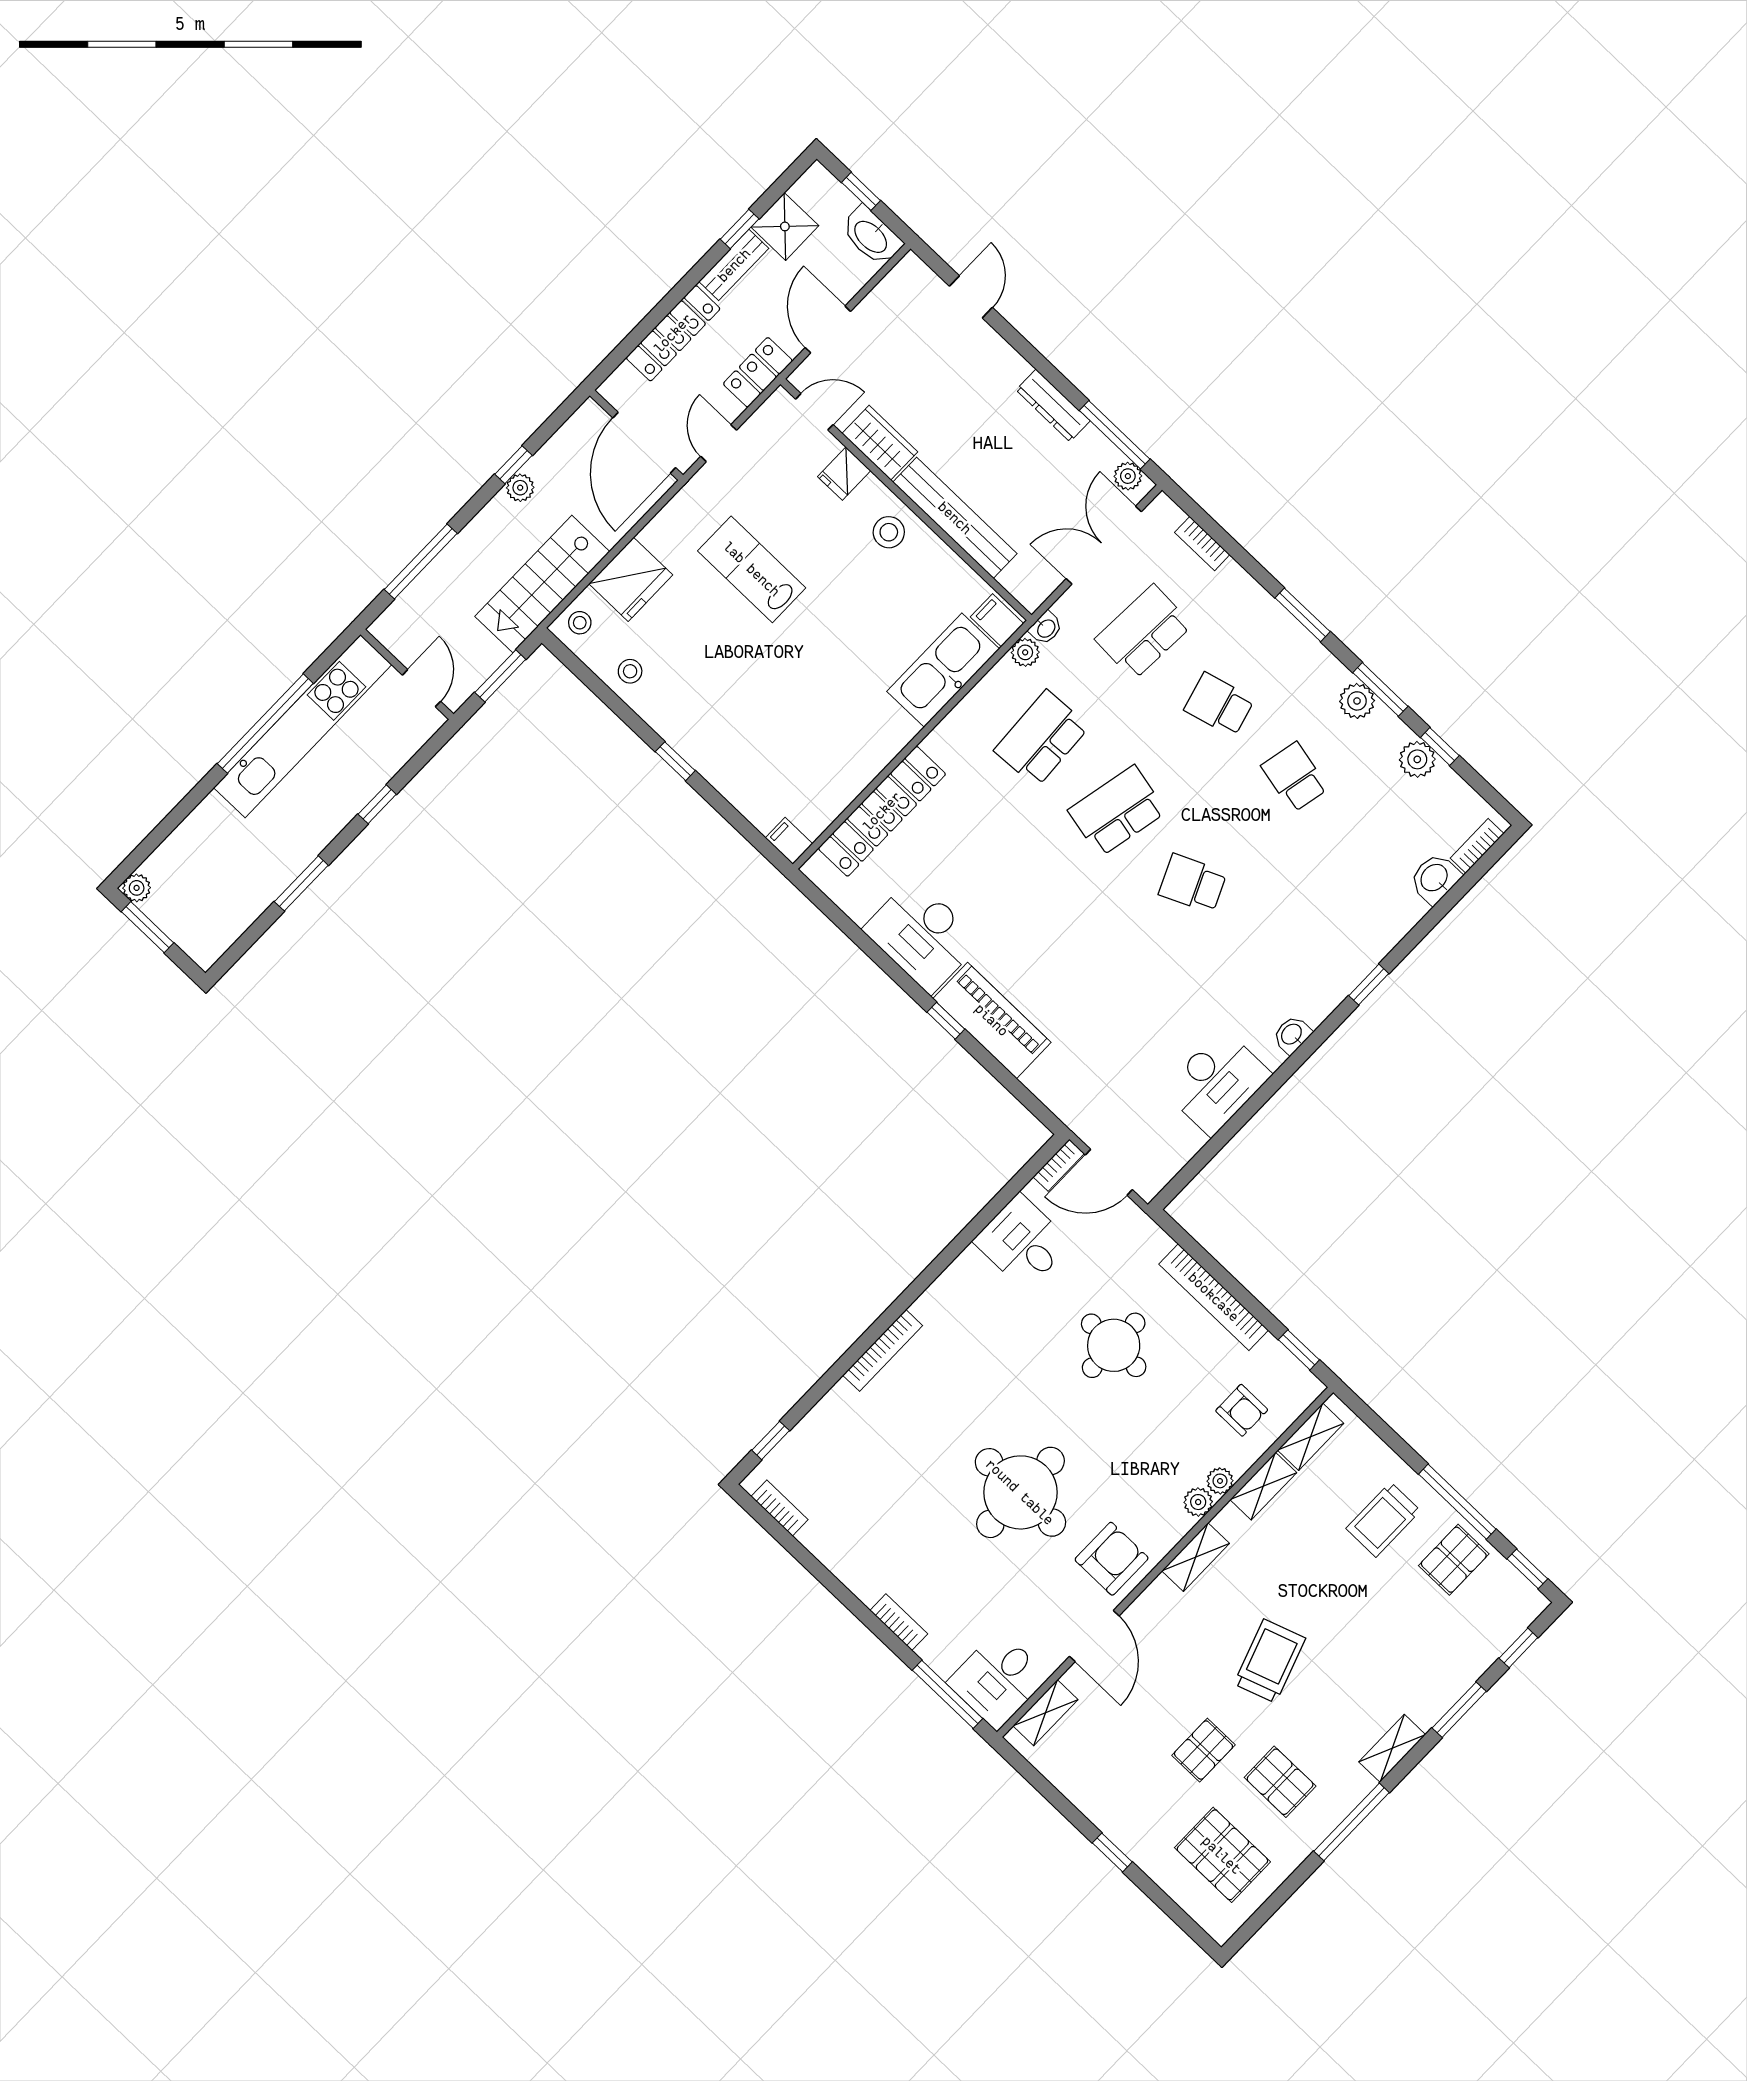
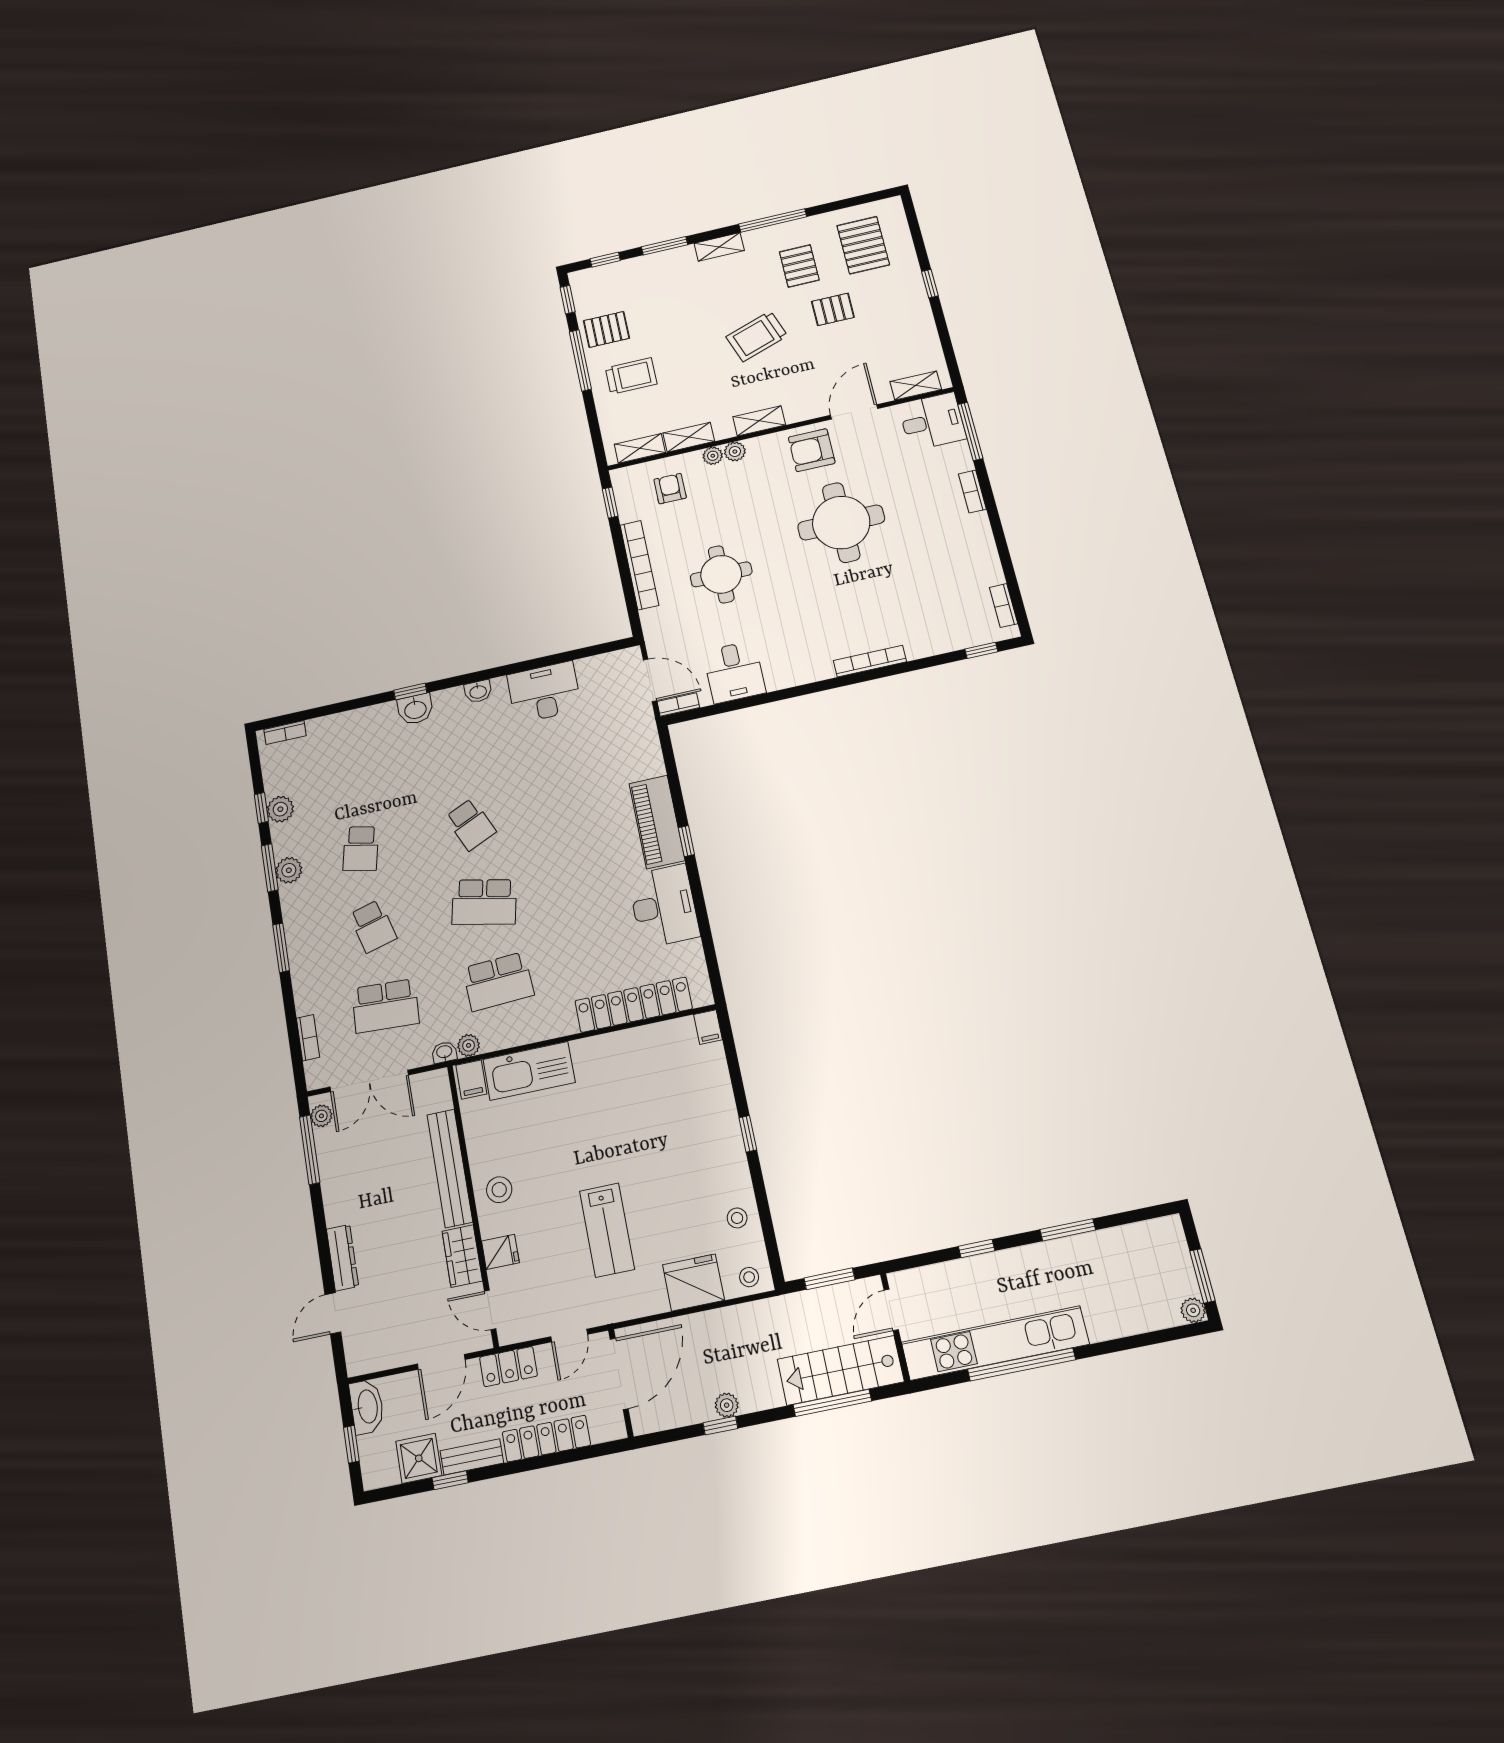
dresser: (1053, 405) -> (342, 1258), moved
stairs: (542, 584) -> (841, 1370), moved, turned 180
washbasin: (1435, 878) -> (415, 709), moved

